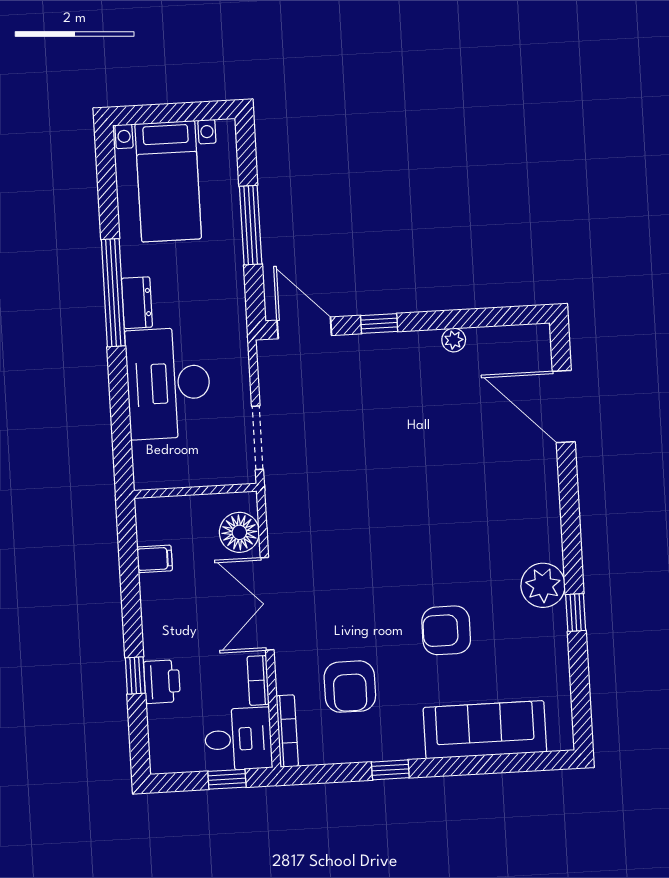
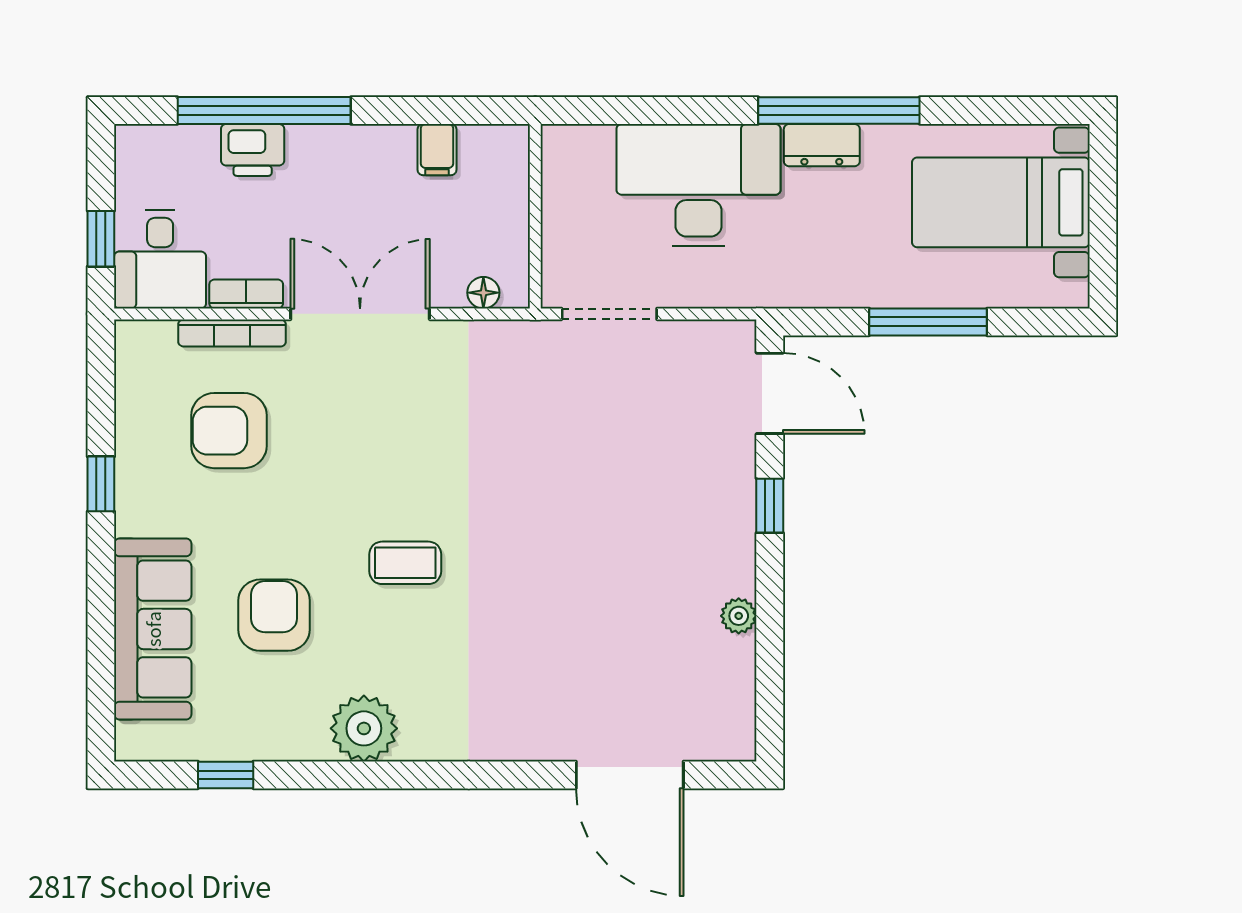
door: (304, 328) -> (770, 393), hinge flipped
door: (564, 406) -> (630, 775), swing flipped
floor lamp: (239, 532) -> (483, 293), width x0.53, depth x0.53
coffee table: (431, 564) -> (405, 563), added
window: (576, 612) -> (226, 775), moved
armchair: (446, 630) -> (274, 615), moved
window: (135, 675) -> (264, 111), width x3.17
bookcase: (287, 731) -> (232, 333), moved

